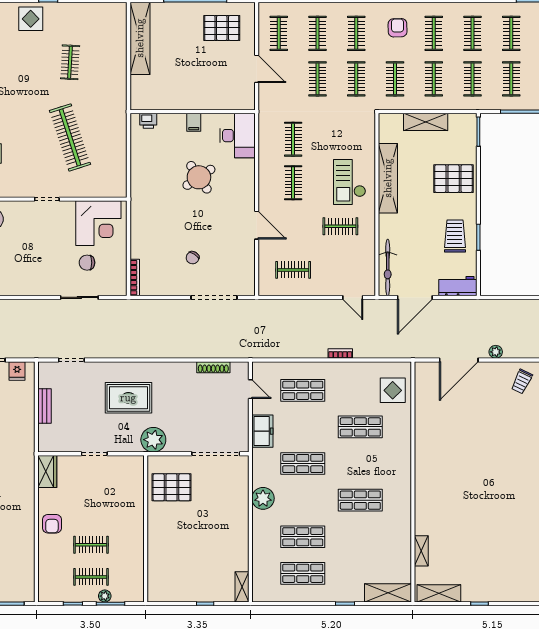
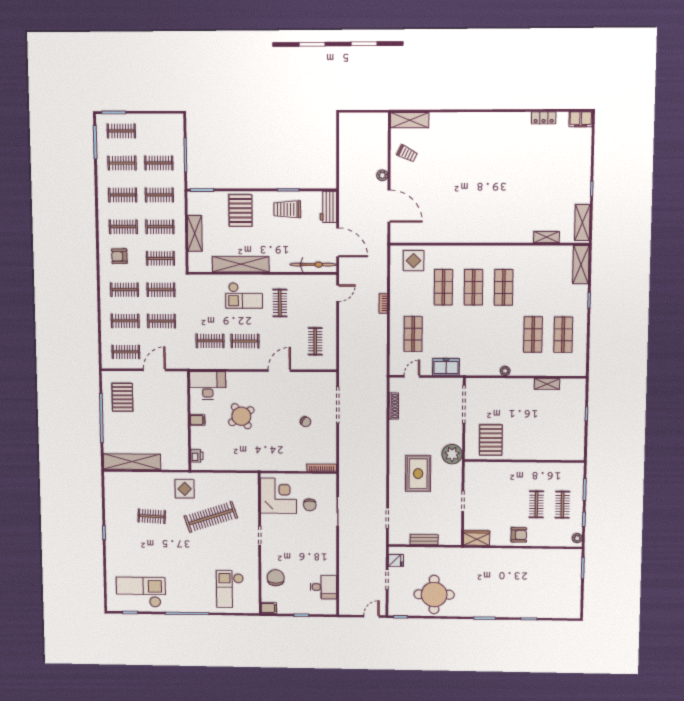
display table: (31, 19) -> (185, 489), moved
shop shelf: (303, 464) -> (473, 287), moved
plant: (263, 498) -> (505, 371), width x0.53, depth x0.53
shelving: (242, 587) -> (547, 384), moved
plant: (105, 596) -> (577, 538), moved

